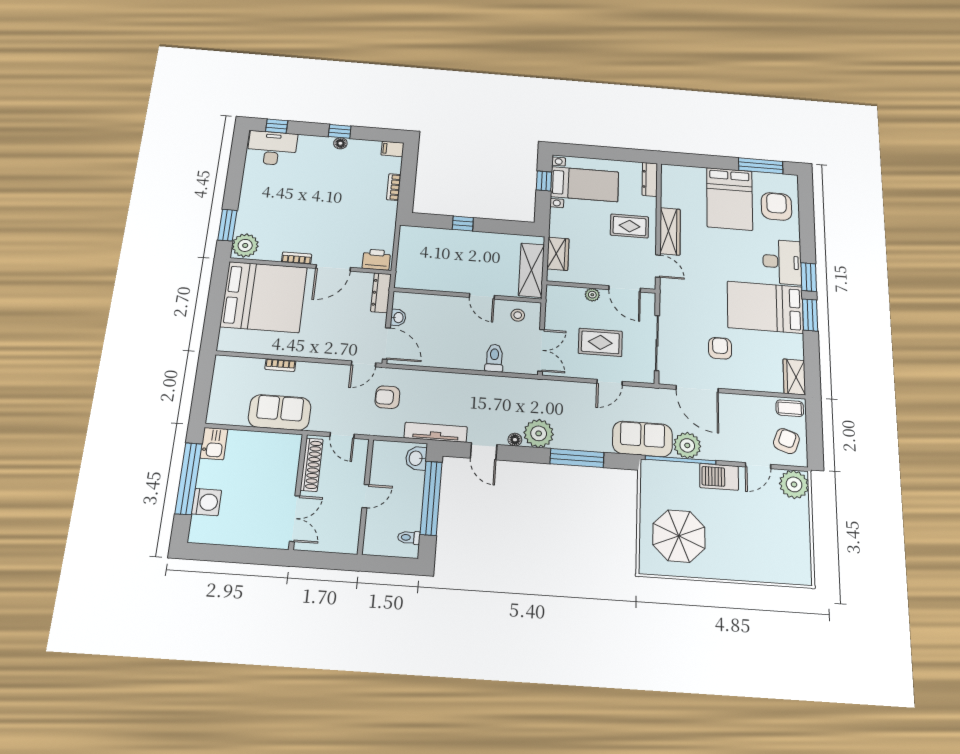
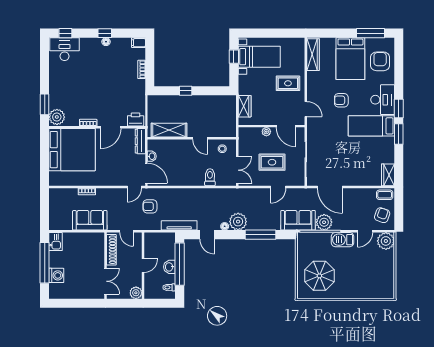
dresser: (650, 179) -> (300, 49), removed
wardrobe: (670, 231) -> (313, 55), moved
shelving: (531, 270) -> (169, 130), moved, turned 90
bed: (765, 307) -> (371, 126), width x0.67
armchair: (720, 348) -> (341, 100), moved, turned -90
washbasin: (416, 458) -> (169, 267), moved
plant: (348, 543) -> (136, 293), added

